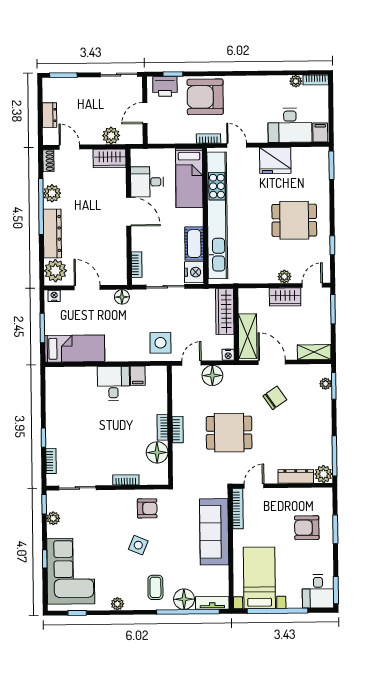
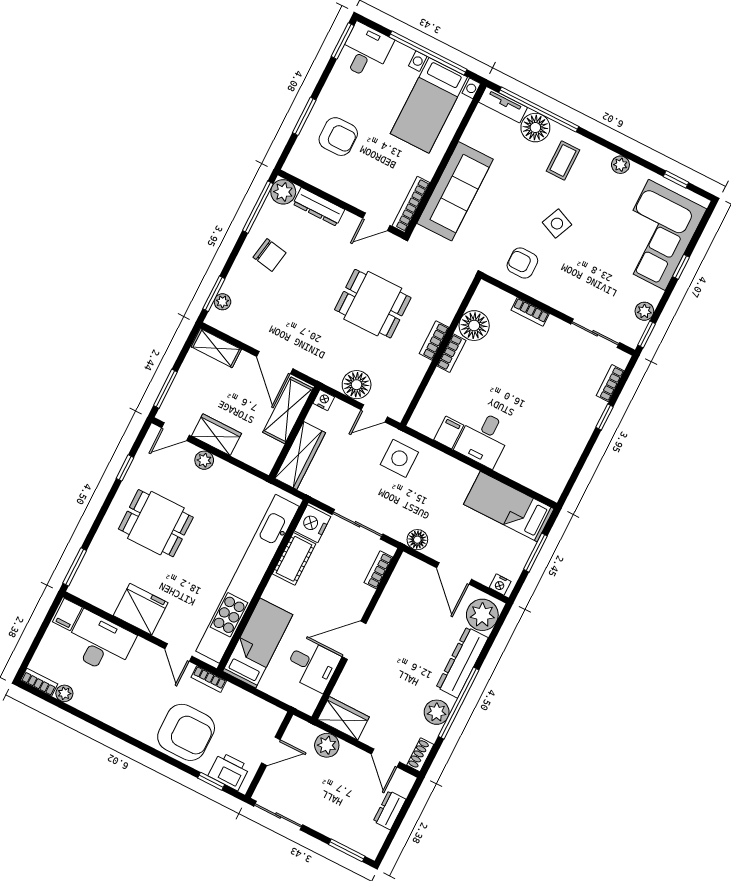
door: (129, 212) -> (354, 640), hinge flipped
chair: (275, 398) -> (269, 255), moved, turned -135

